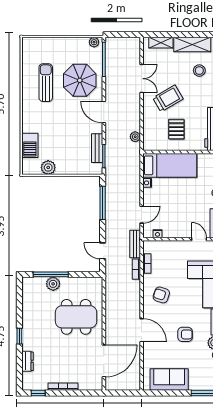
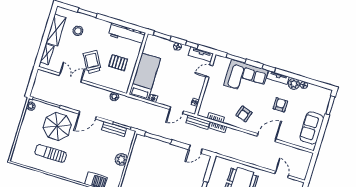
plant: (48, 167) -> (121, 159), moved
door: (142, 215) -> (177, 110), swing flipped
door: (104, 361) -> (282, 174), width x0.53

